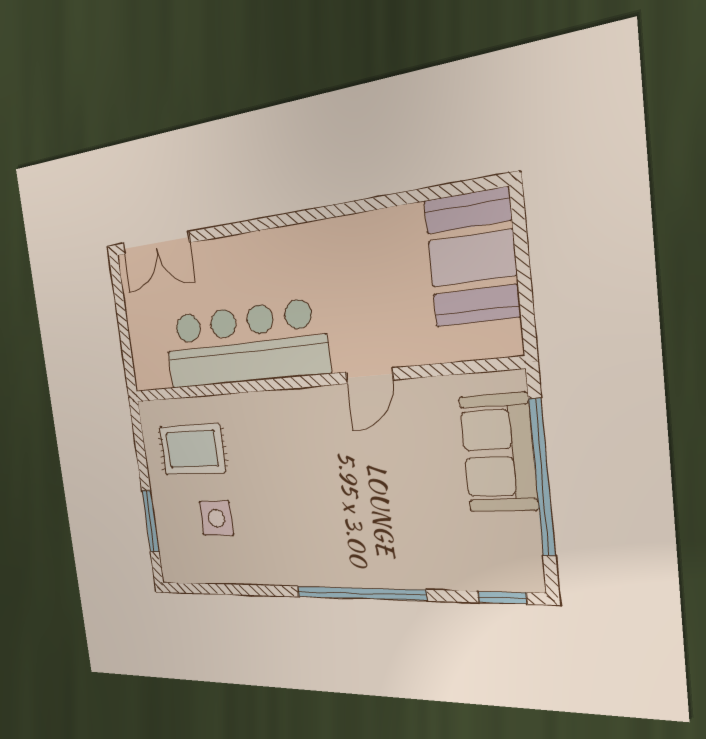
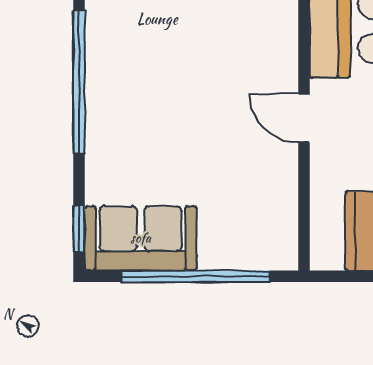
sofa: (498, 453) -> (141, 238), moved

